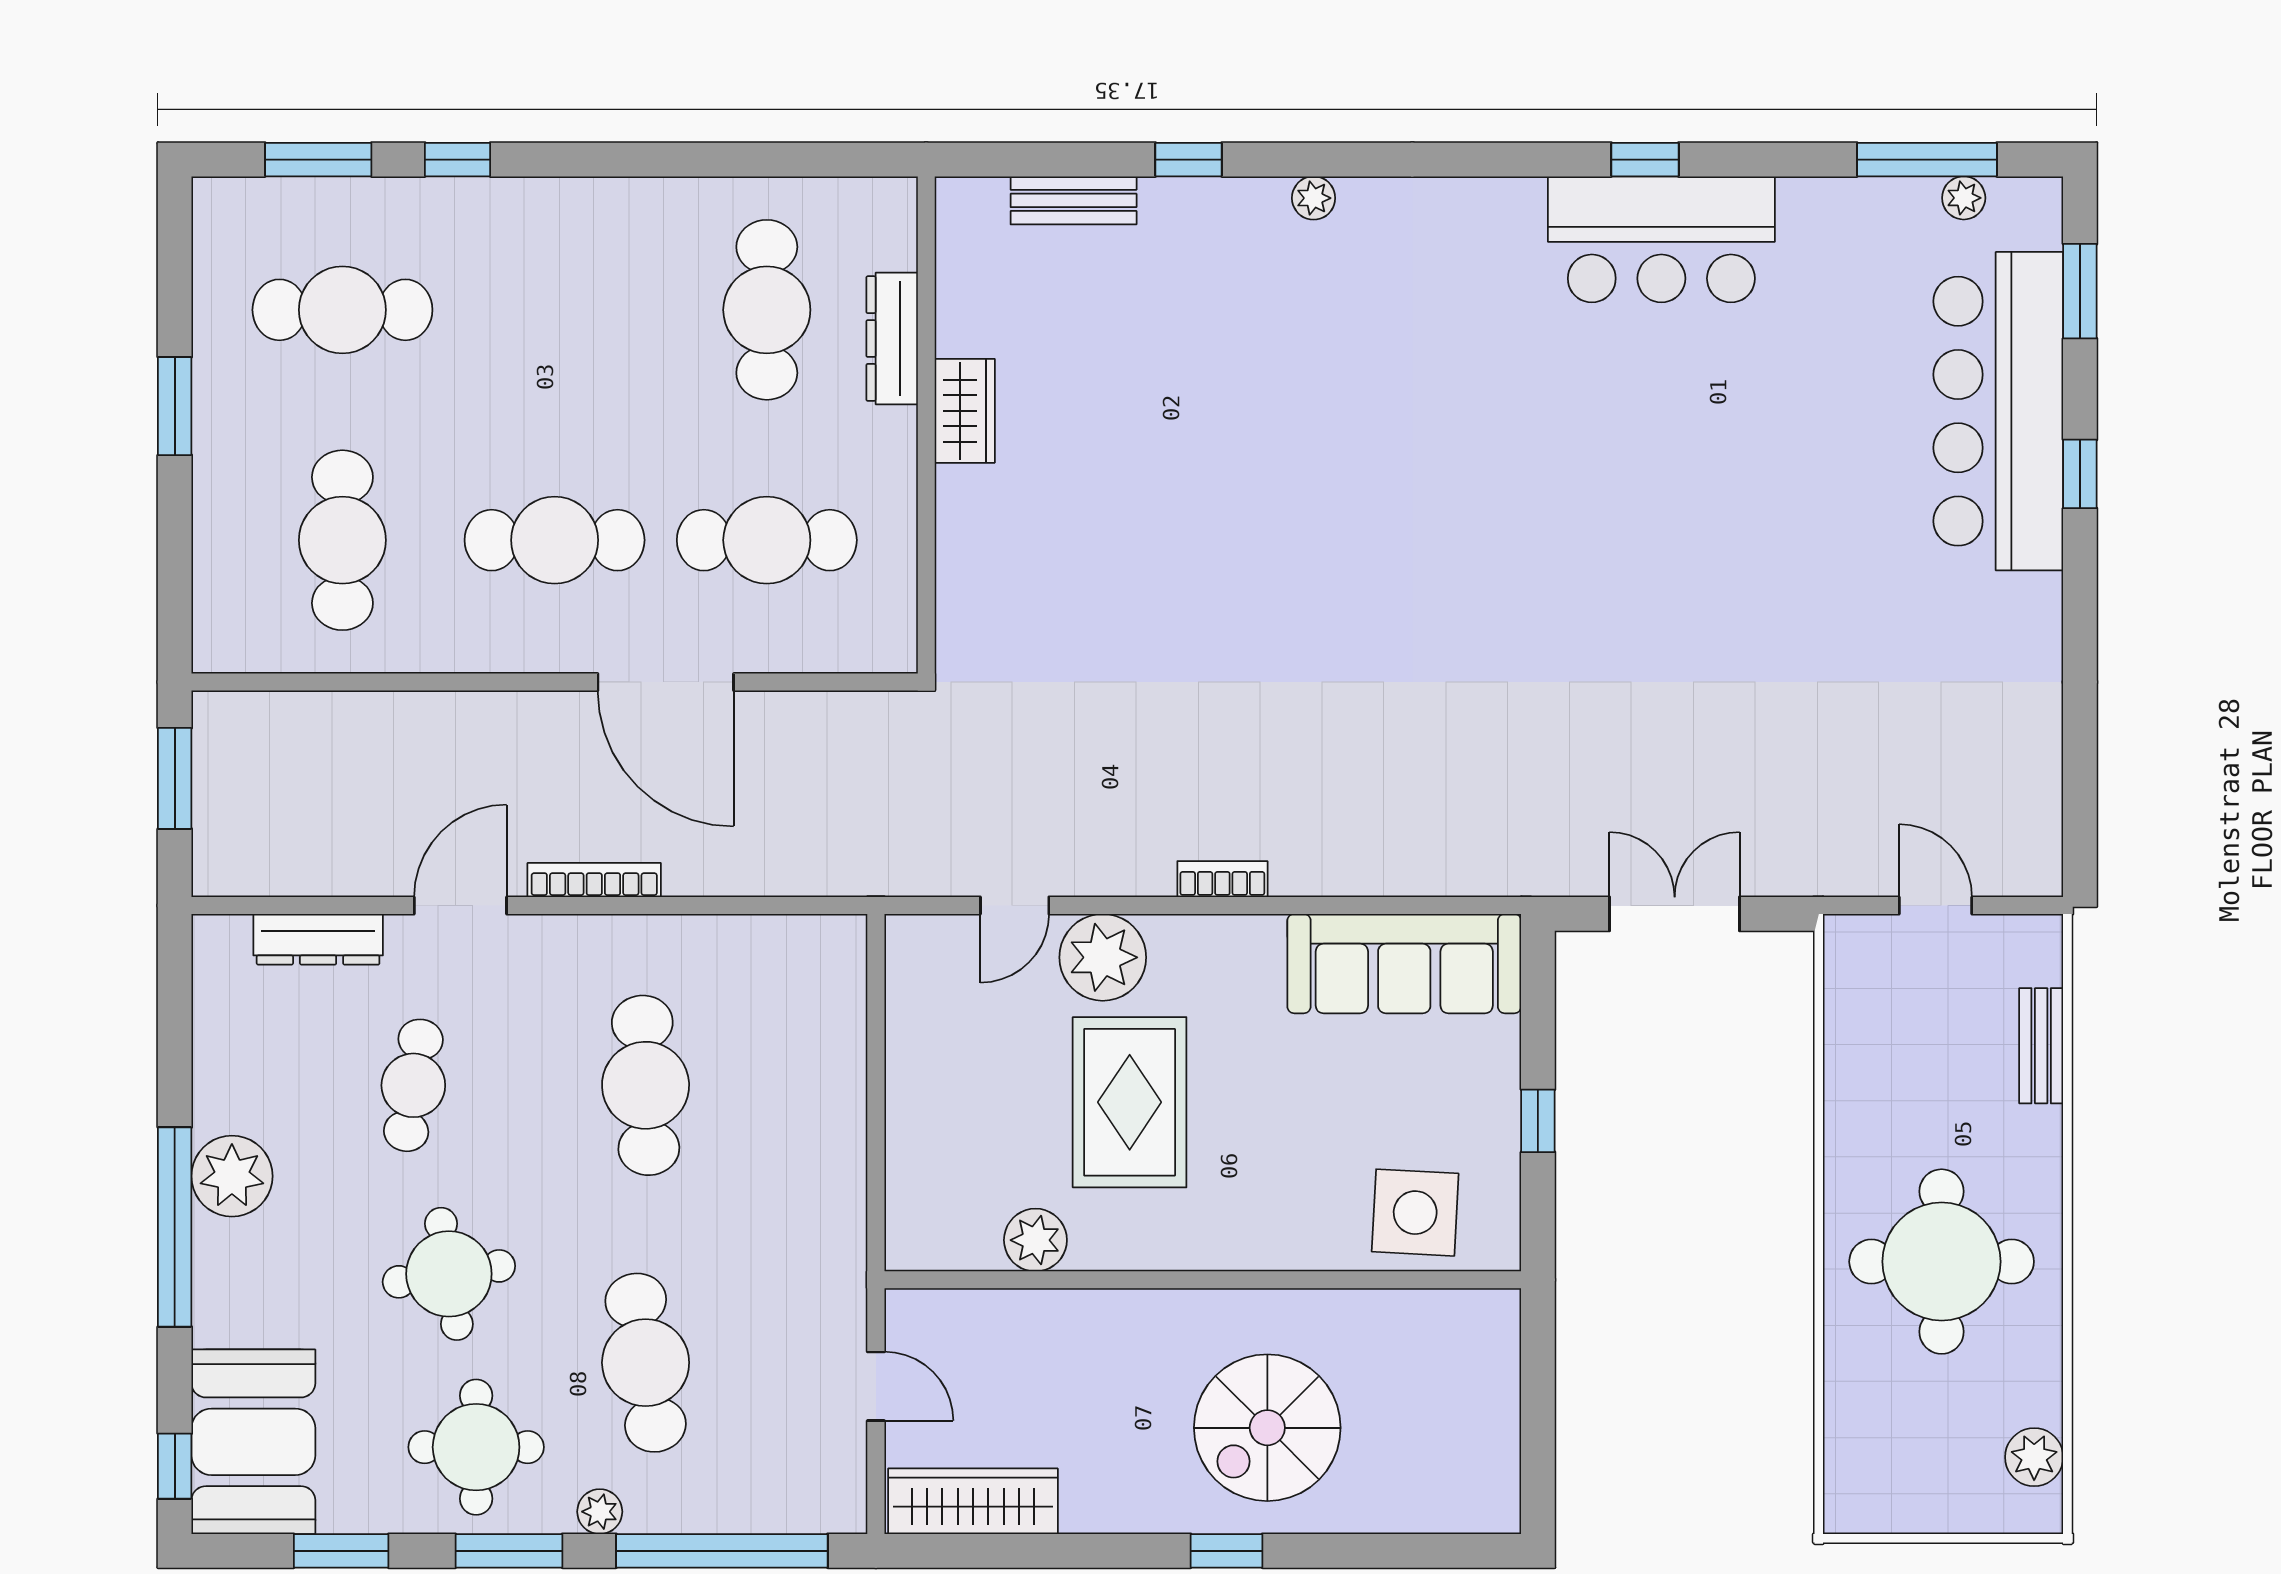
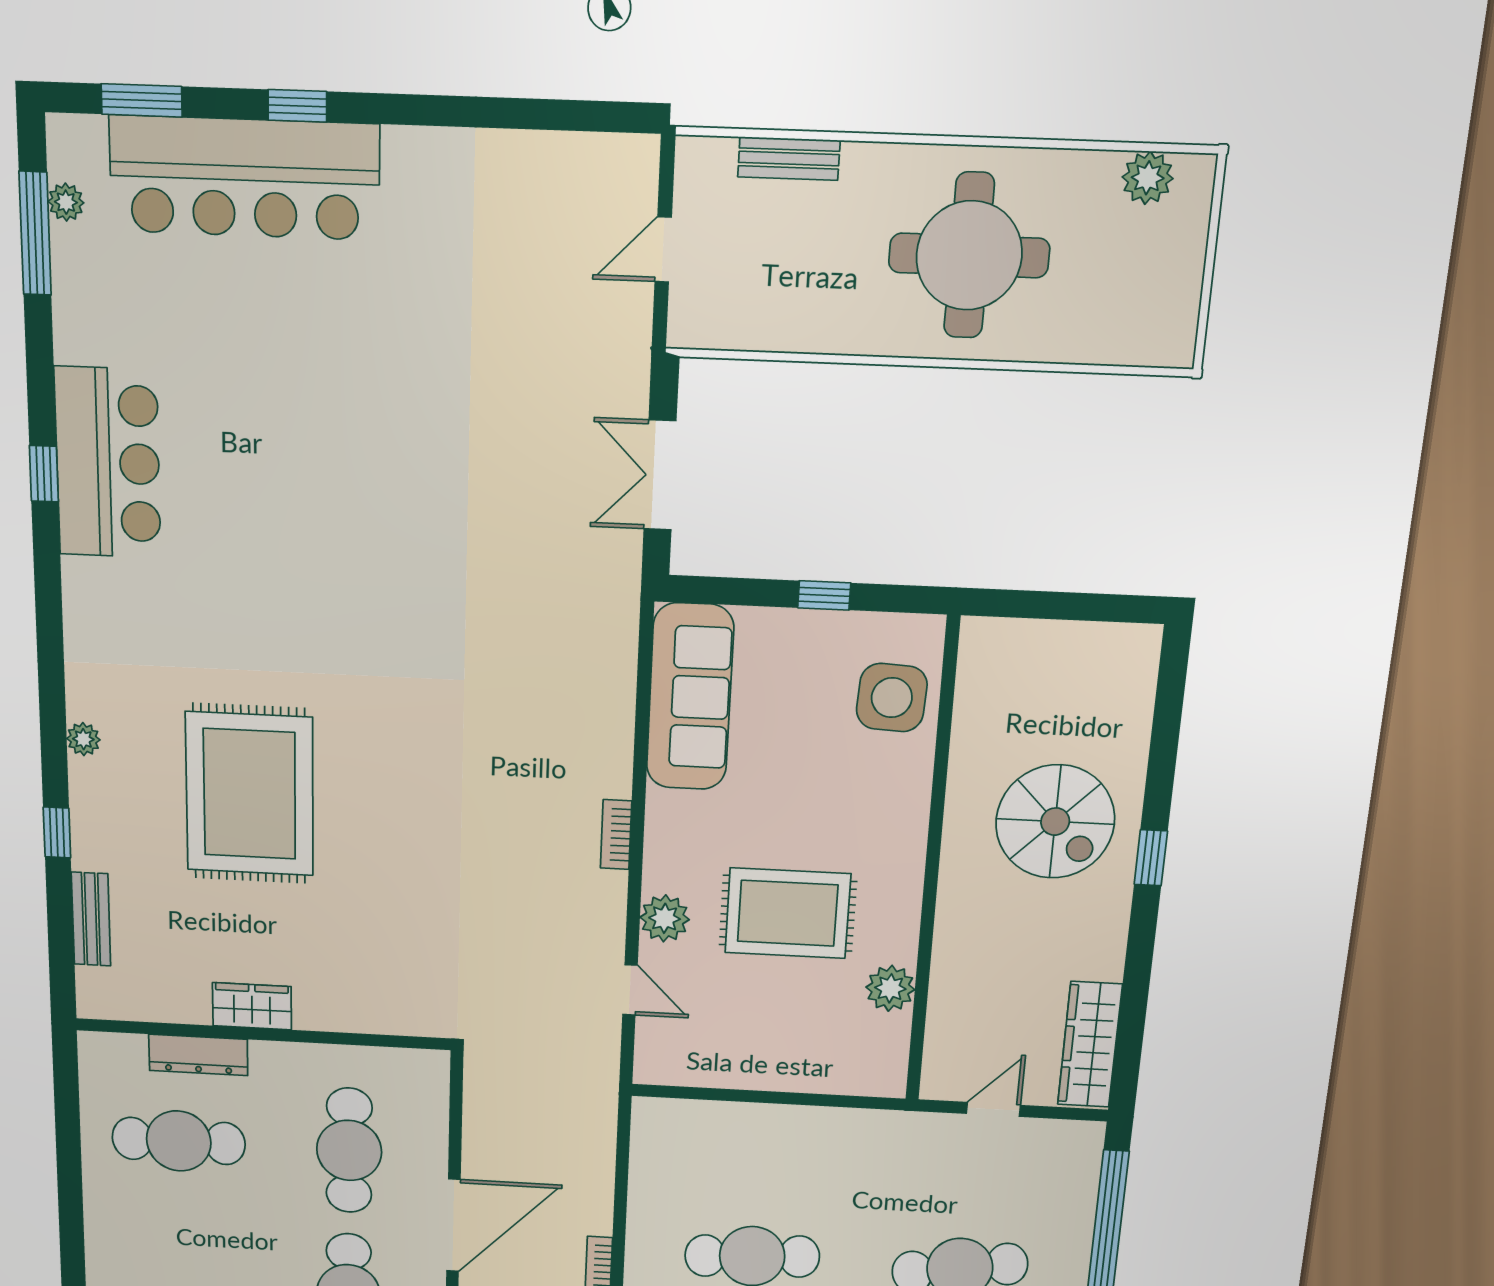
rug: (1252, 410) -> (250, 794), added
plant: (1103, 957) -> (665, 918), width x0.73, depth x0.73

